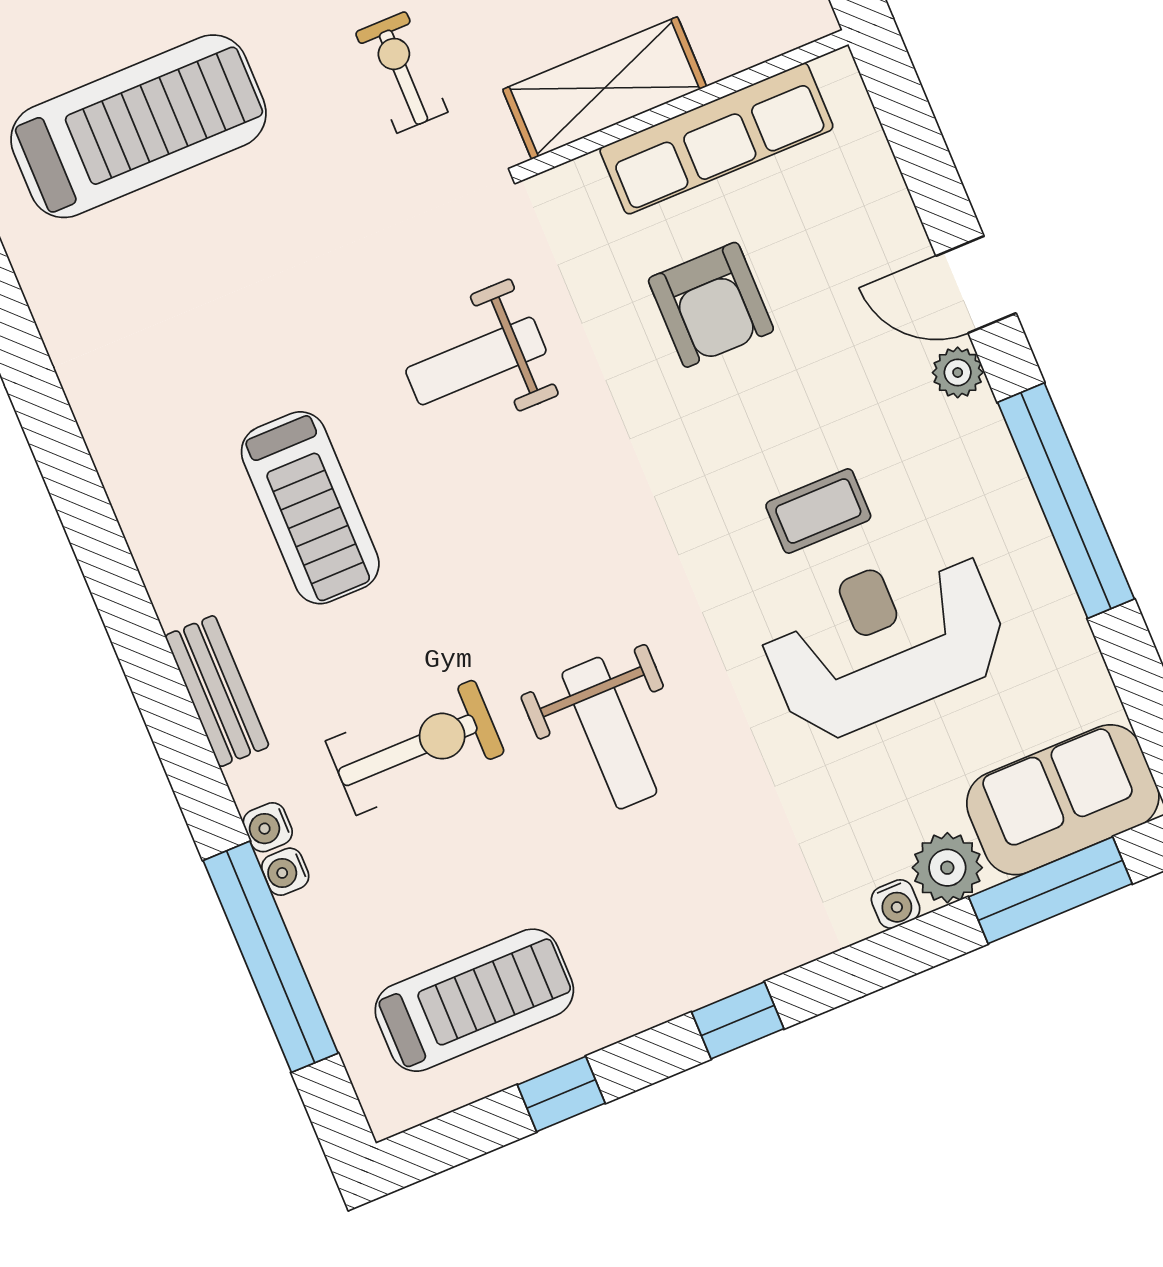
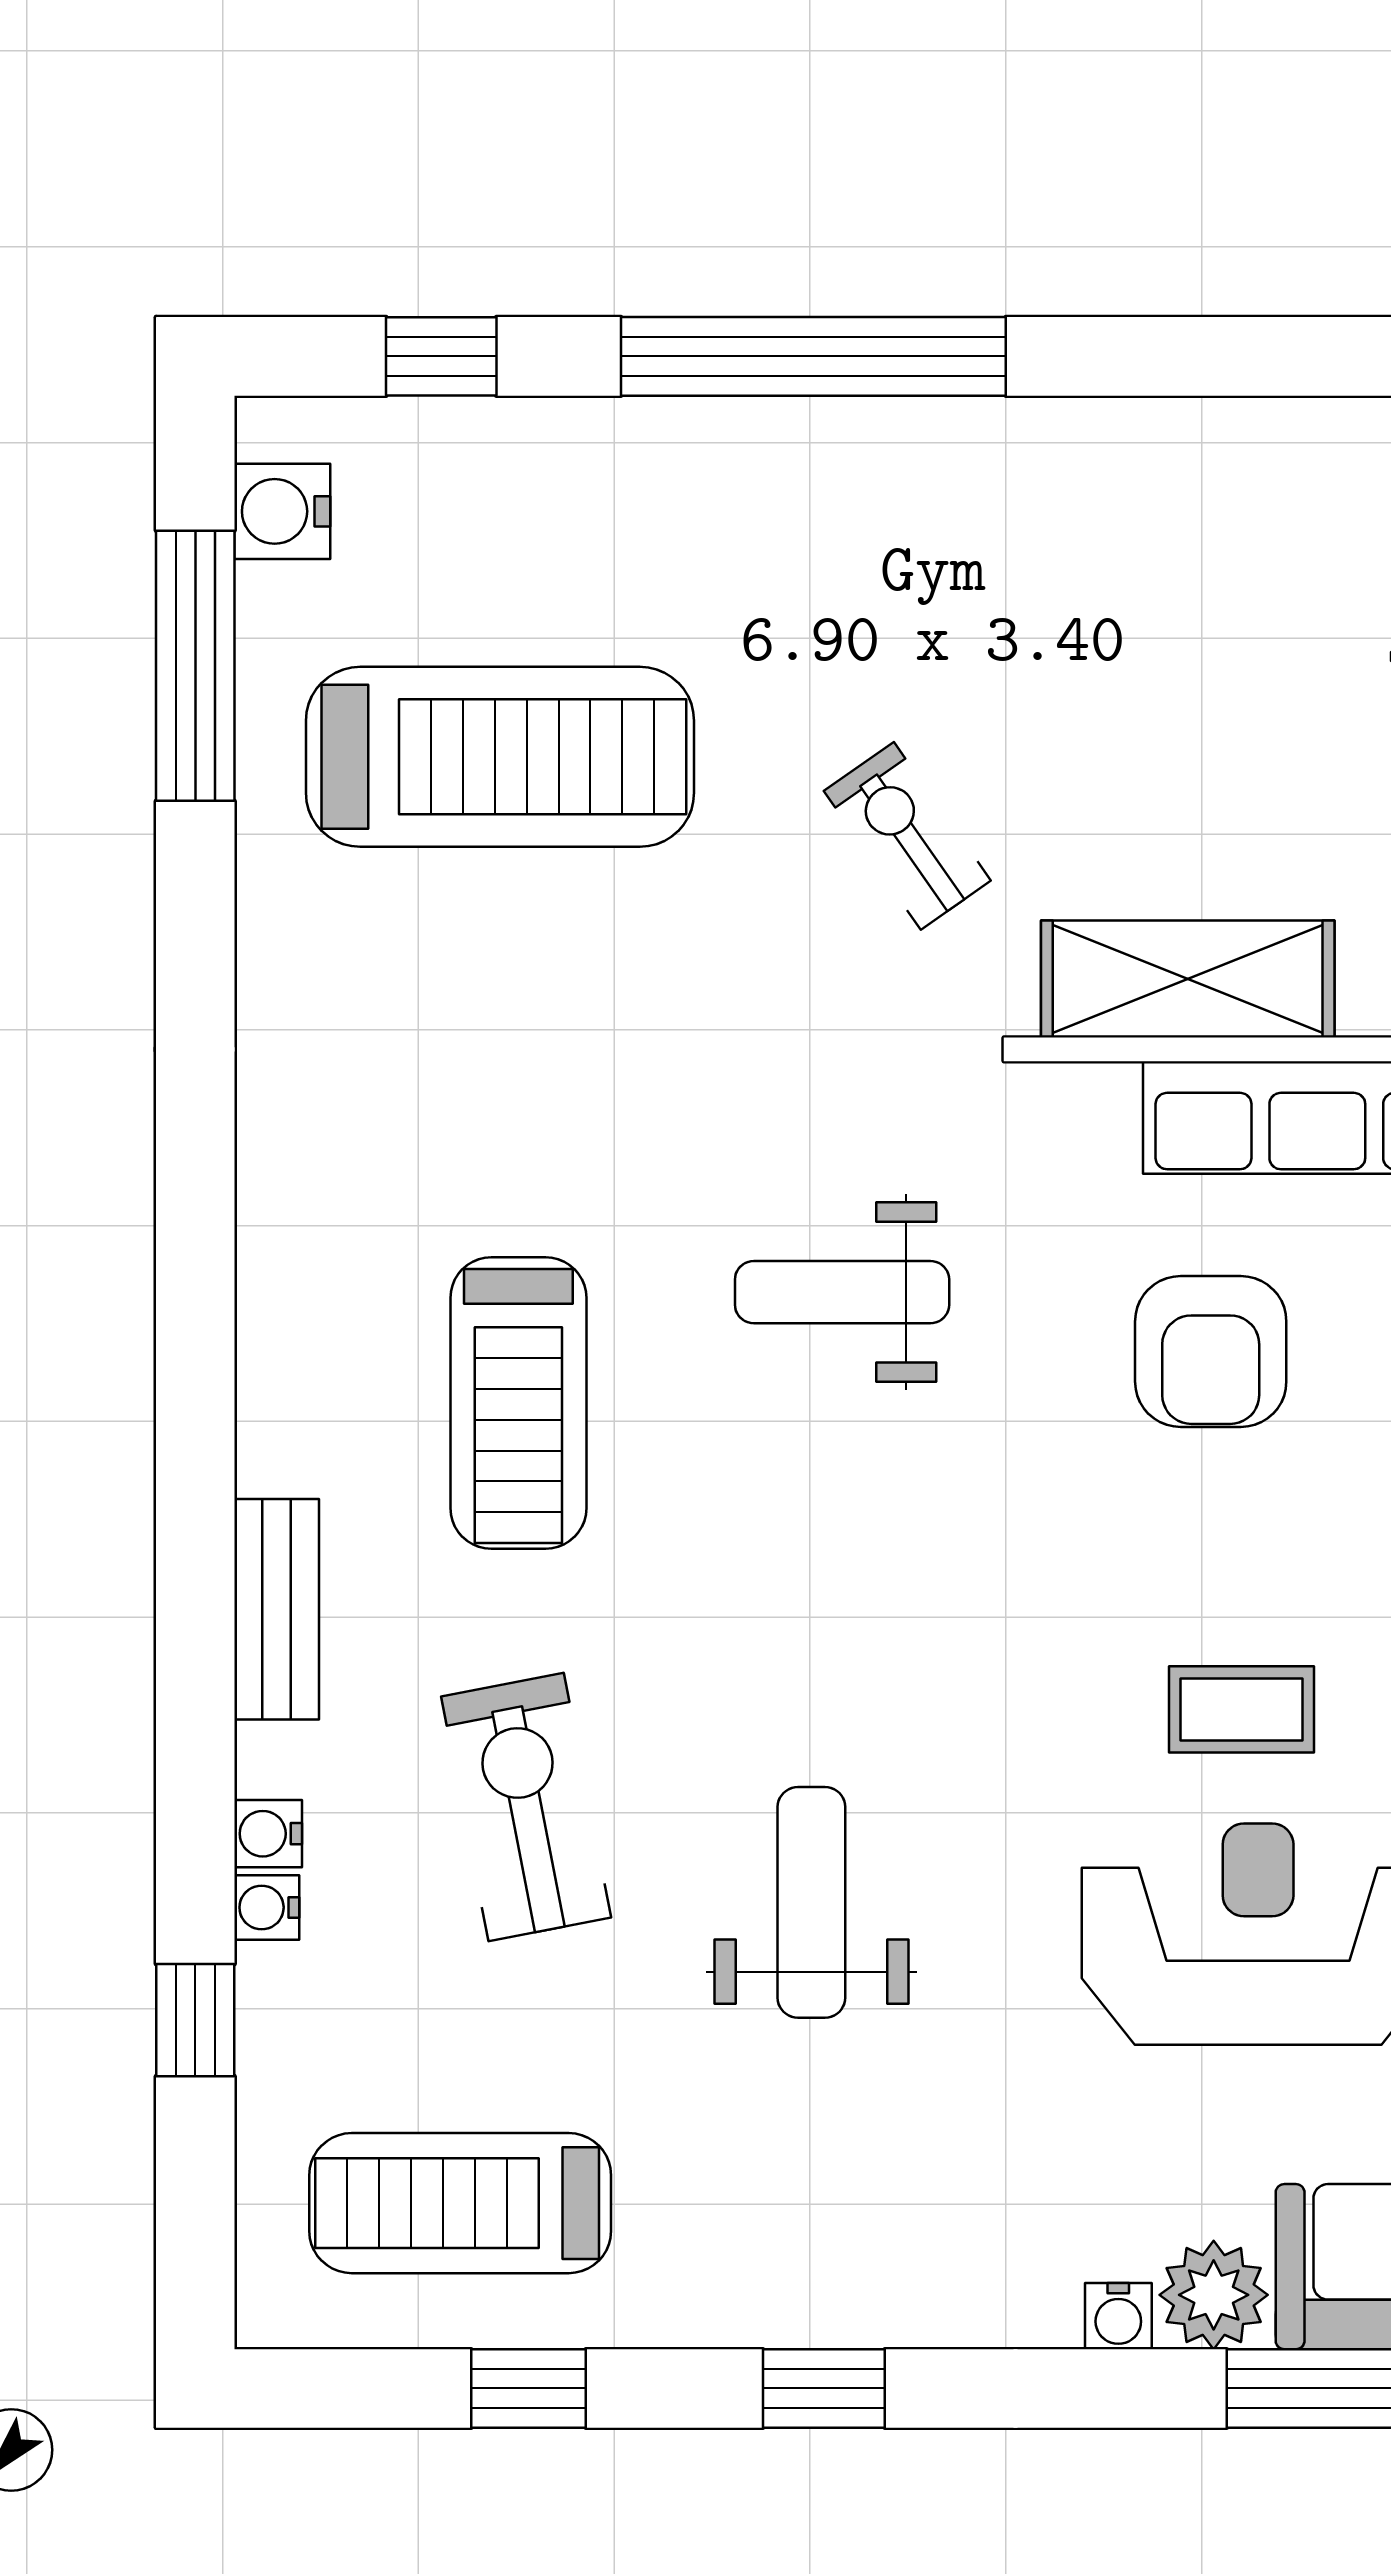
exercise bike: (401, 72) -> (907, 836), turned -35
weight bench: (609, 733) -> (811, 1902), turned 180
exercise bike: (415, 747) -> (526, 1807), turned -101
window: (271, 957) -> (195, 2020), width x0.32
treadmill: (474, 1000) -> (460, 2203), turned 180

